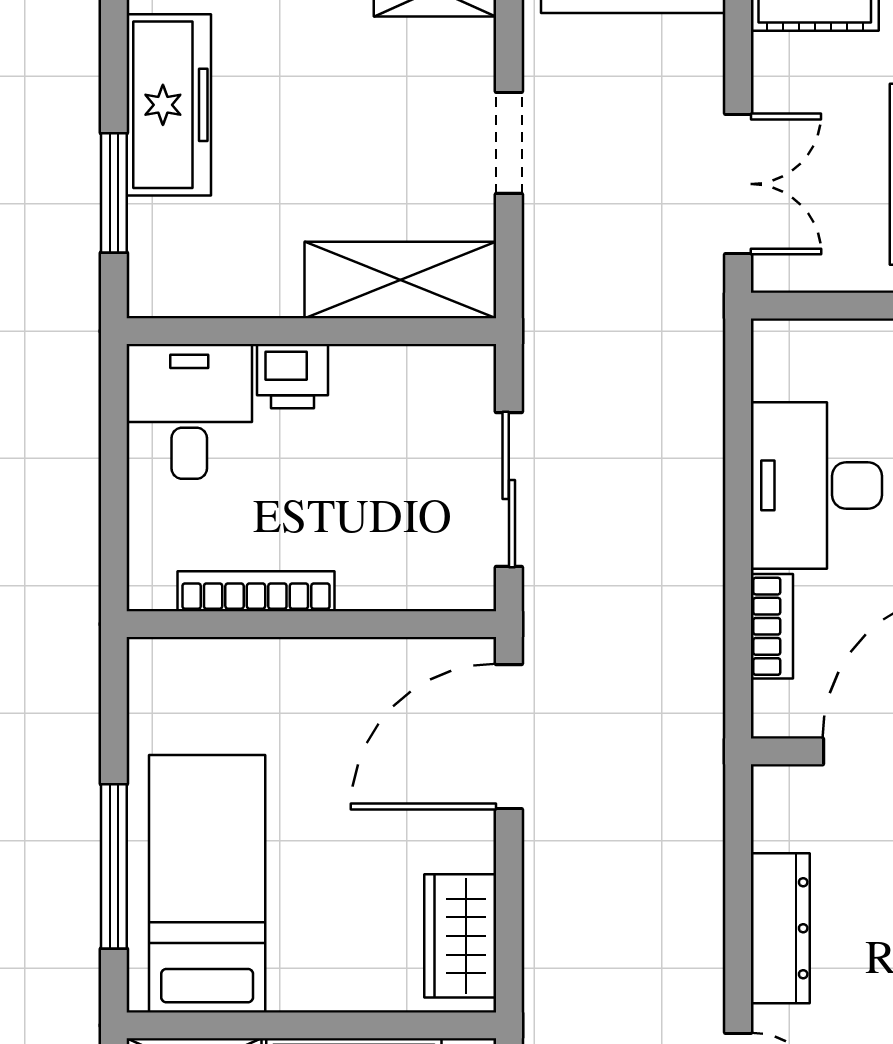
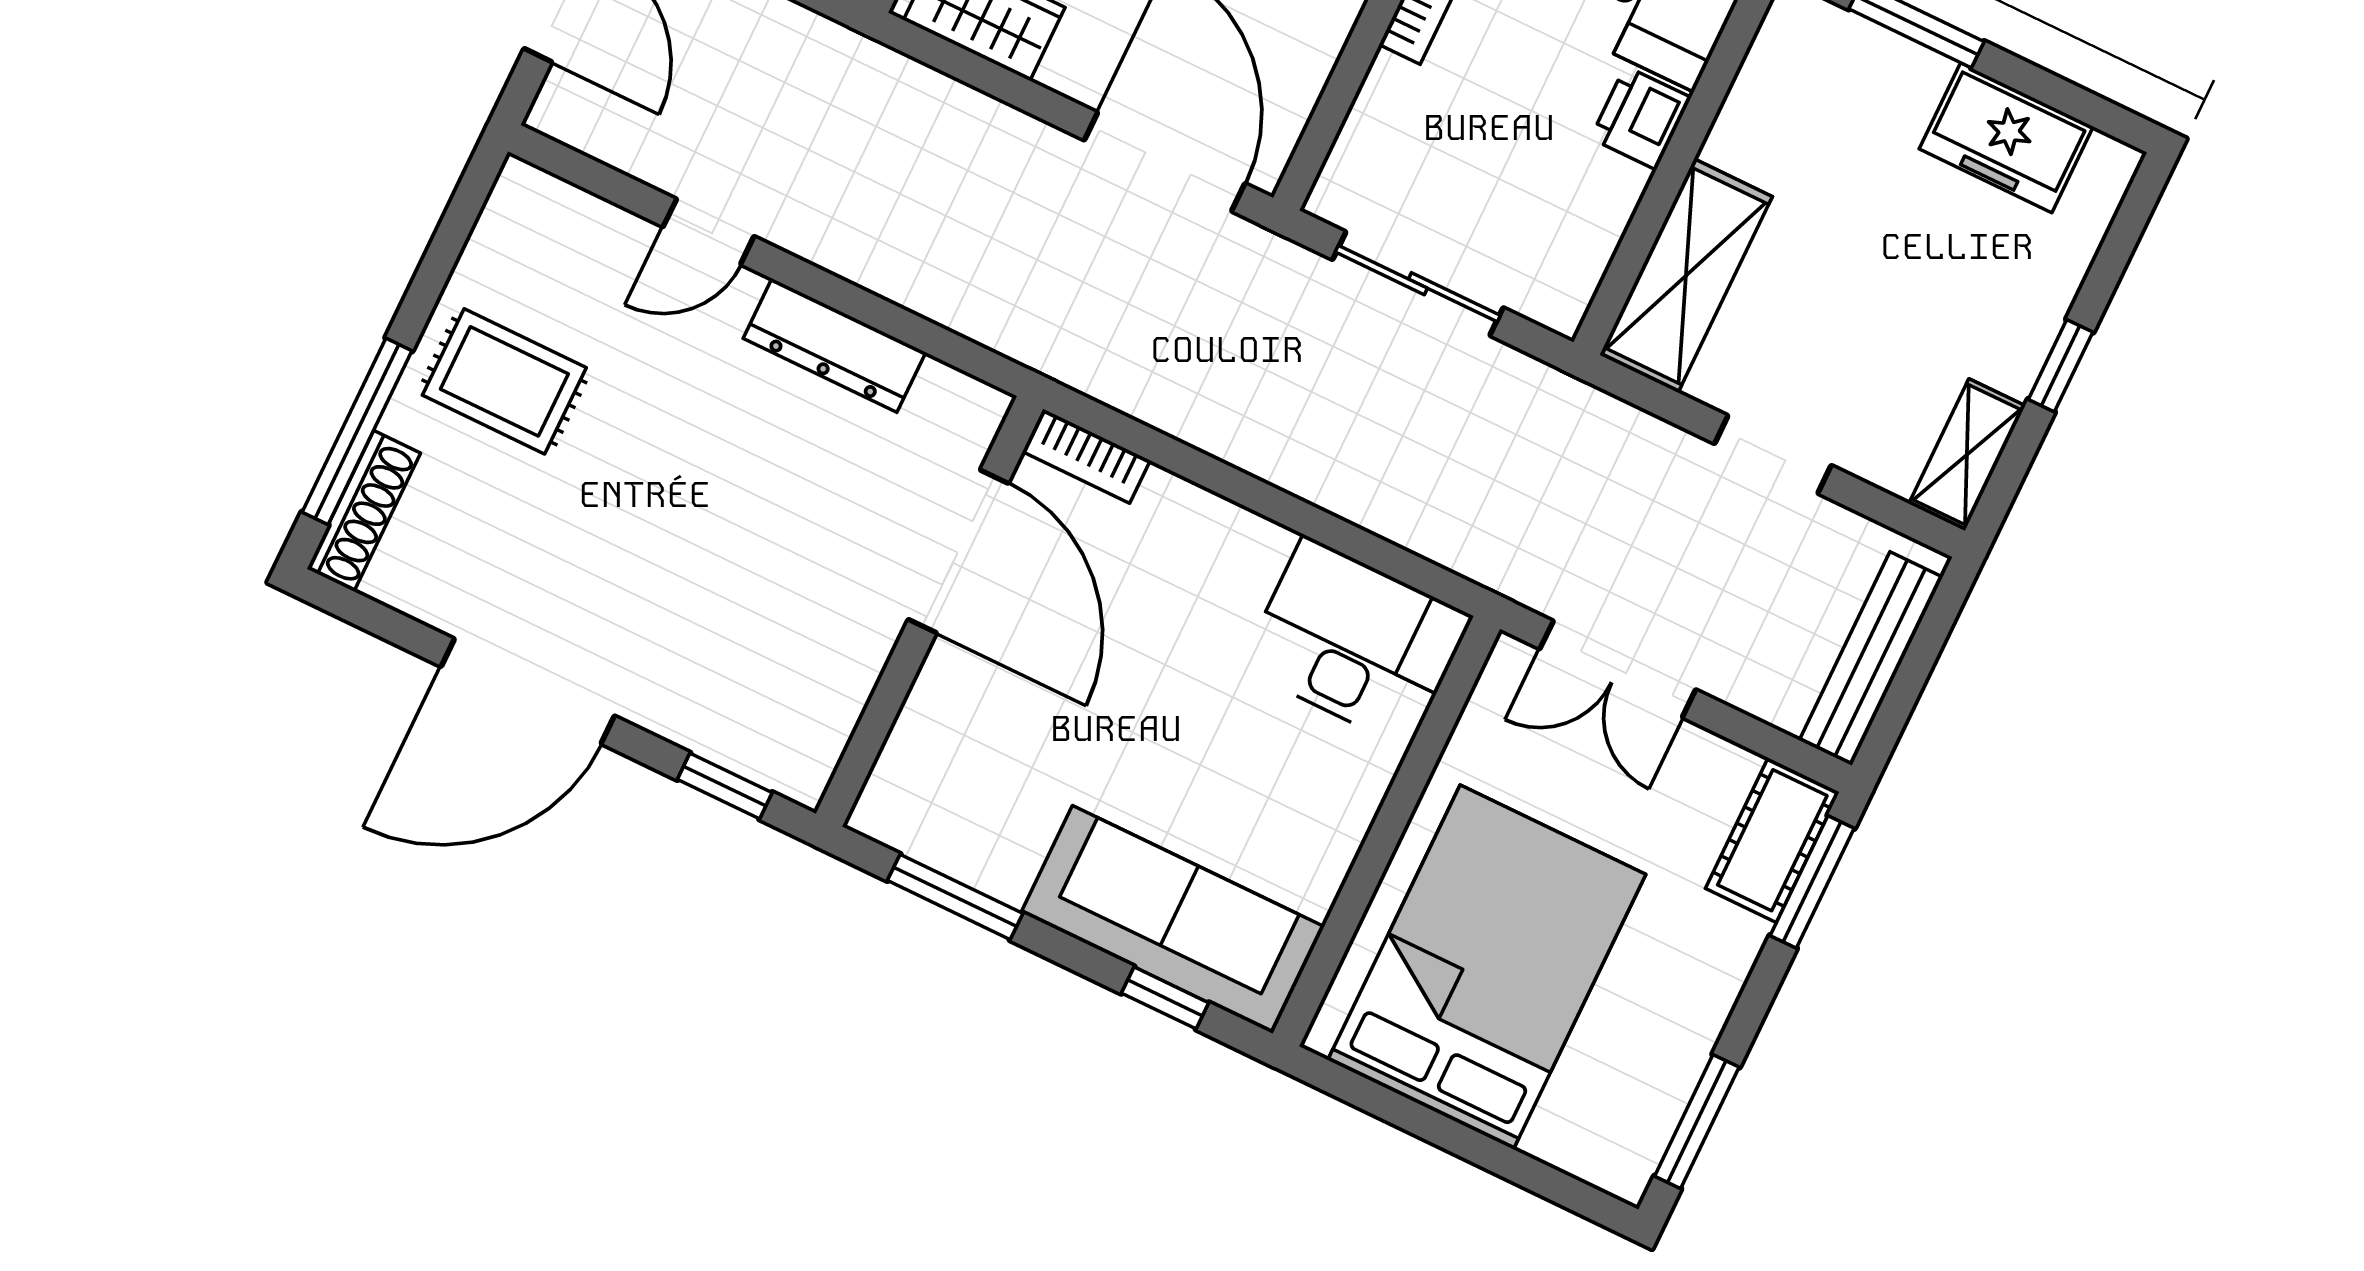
freezer: (169, 105) -> (2006, 138), width x0.71
desk: (816, 485) -> (1356, 642), moved
bookcase: (772, 626) -> (1086, 456), moved

